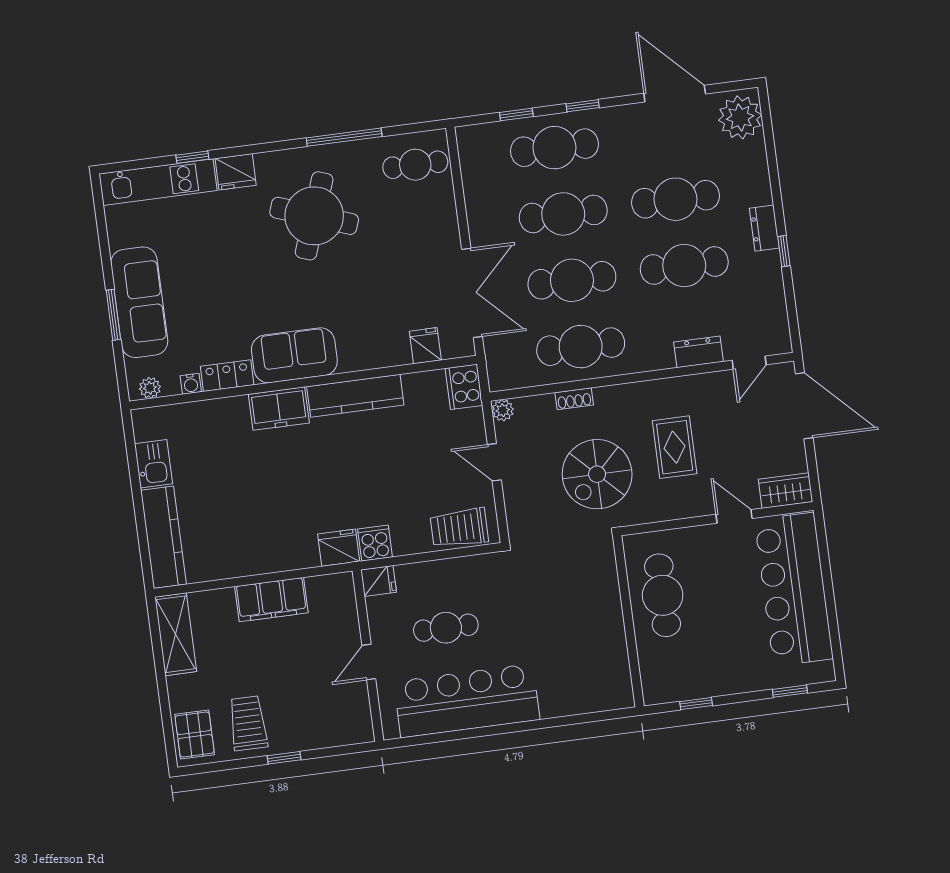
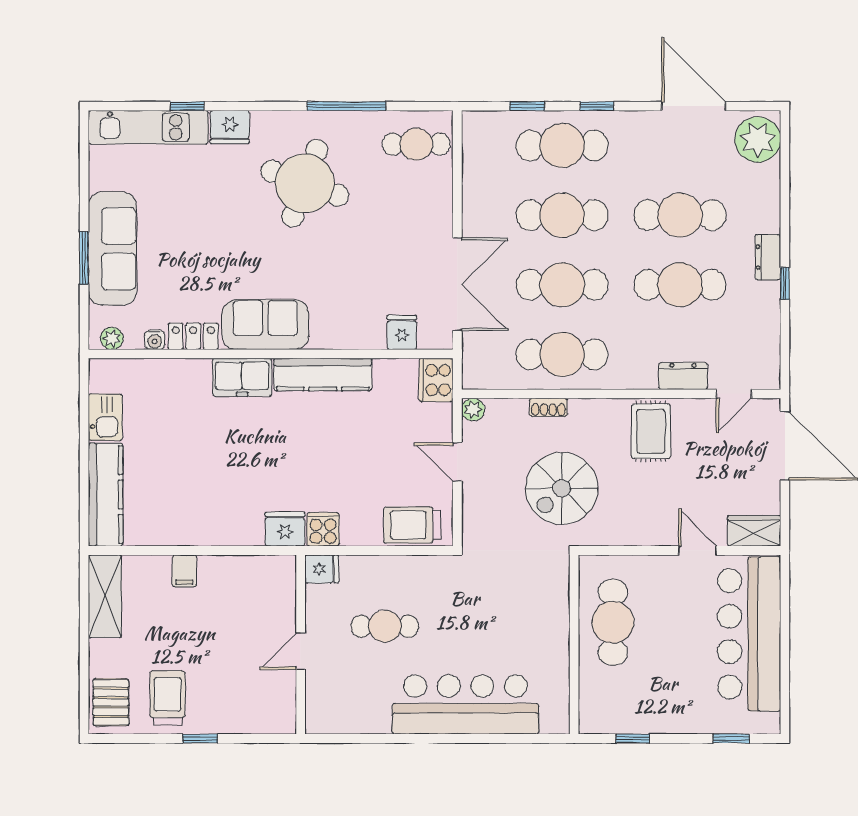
rug: (675, 447) -> (651, 431), moved
filing cabinet: (271, 600) -> (184, 571), width x0.33, depth x0.86
bar counter: (467, 701) -> (466, 704), moved

